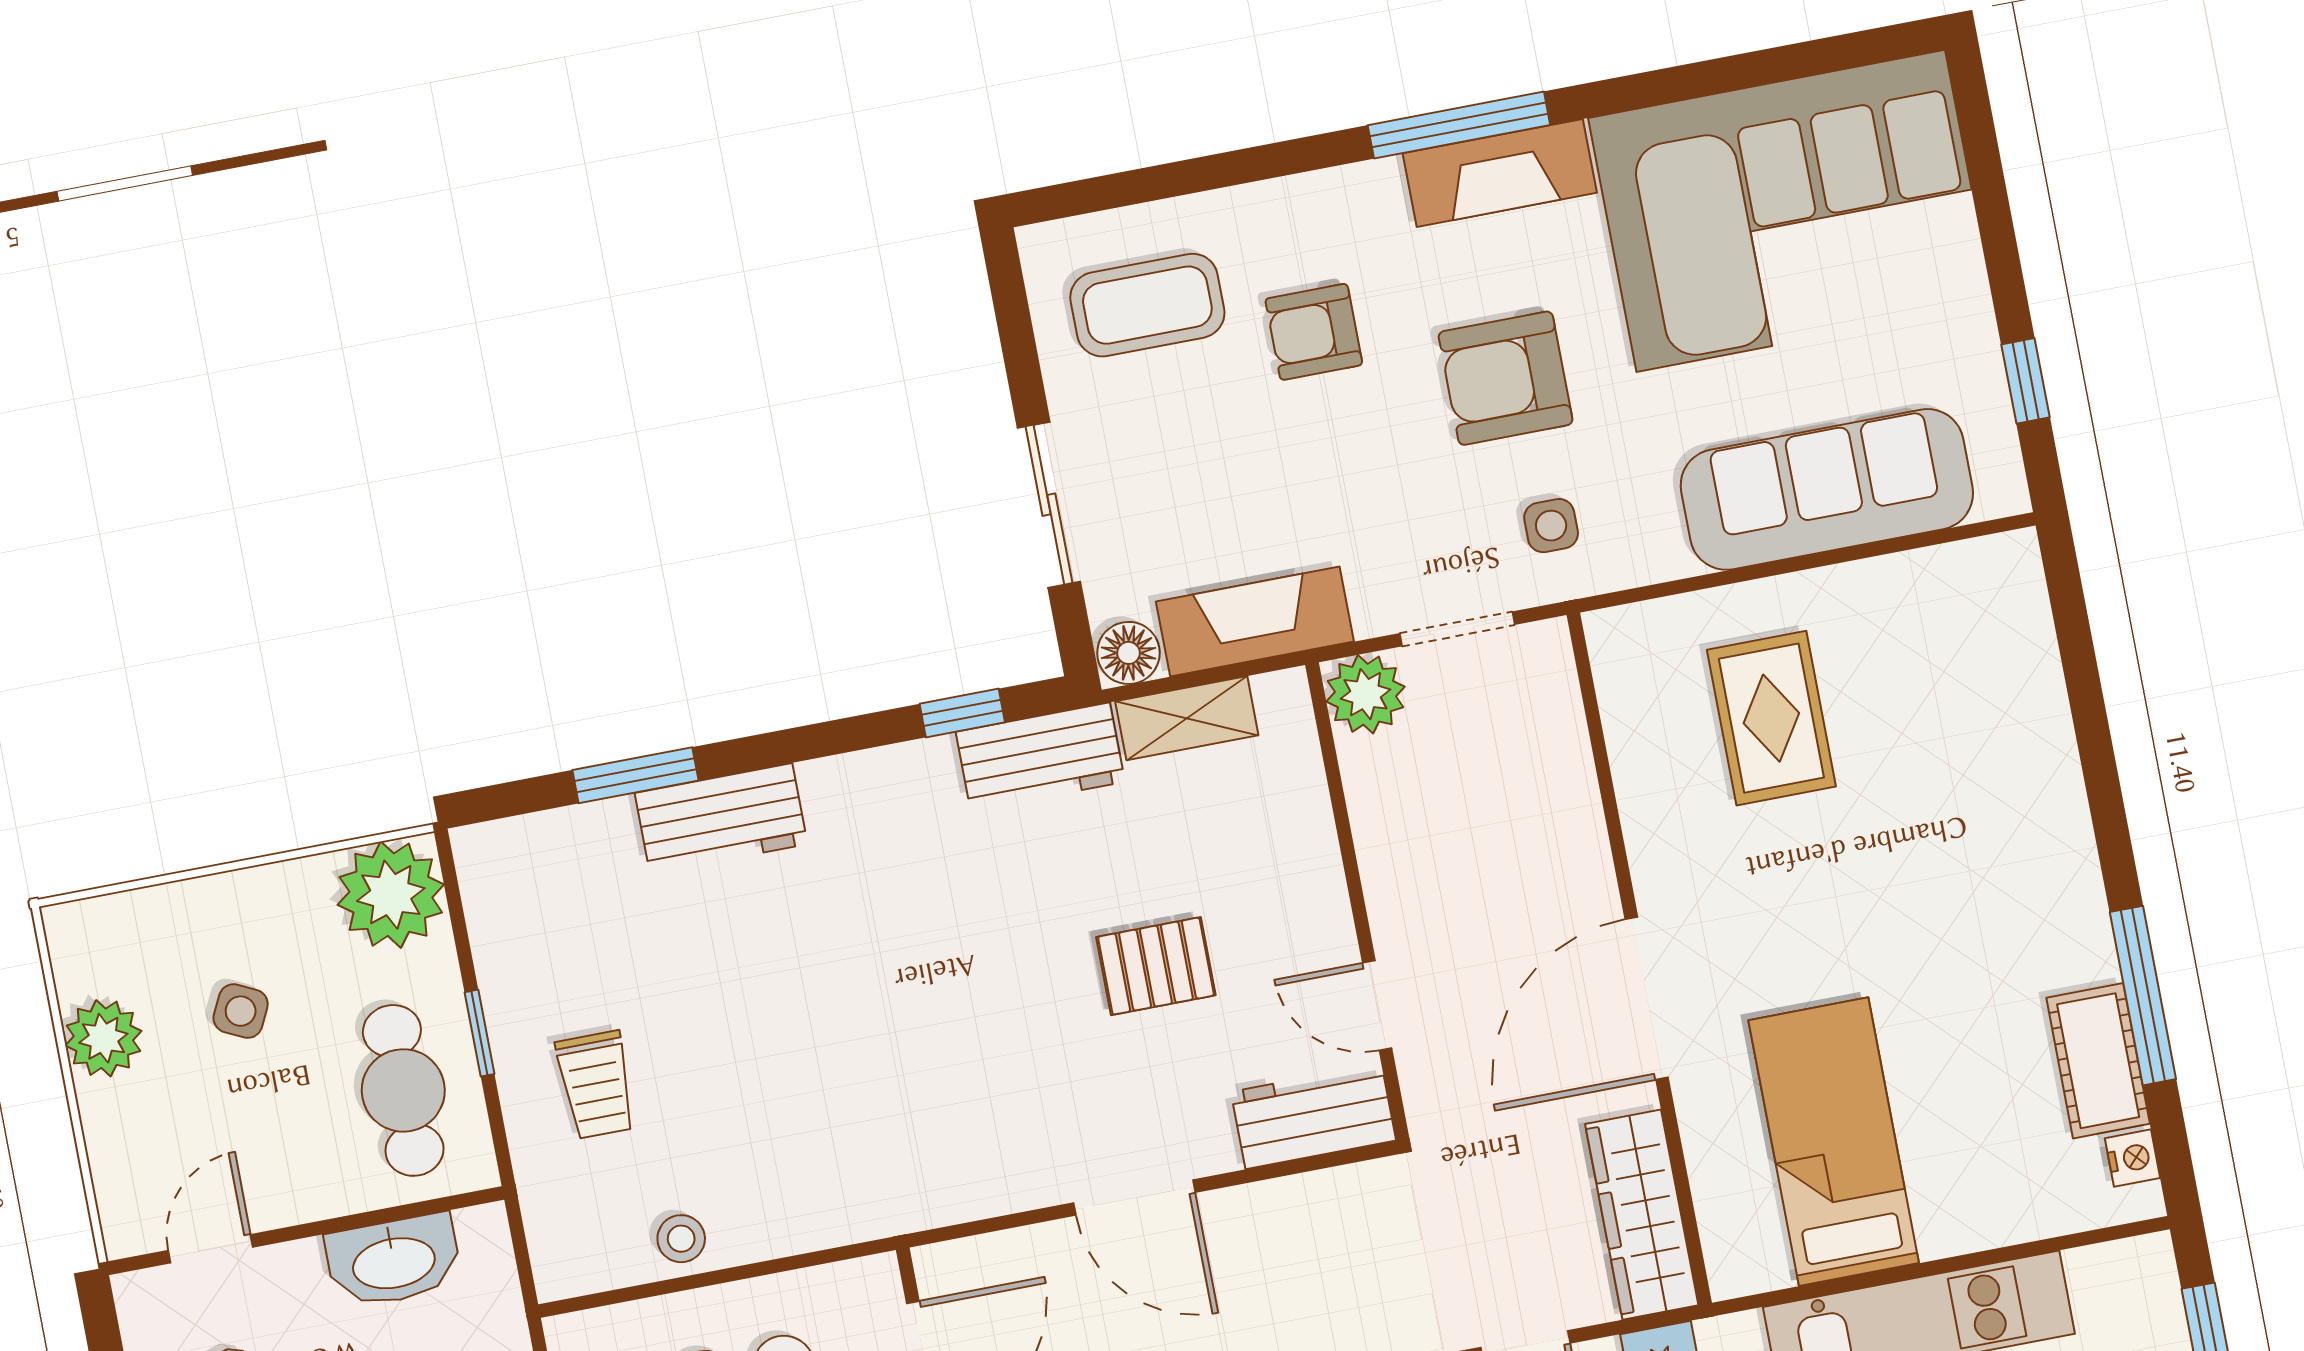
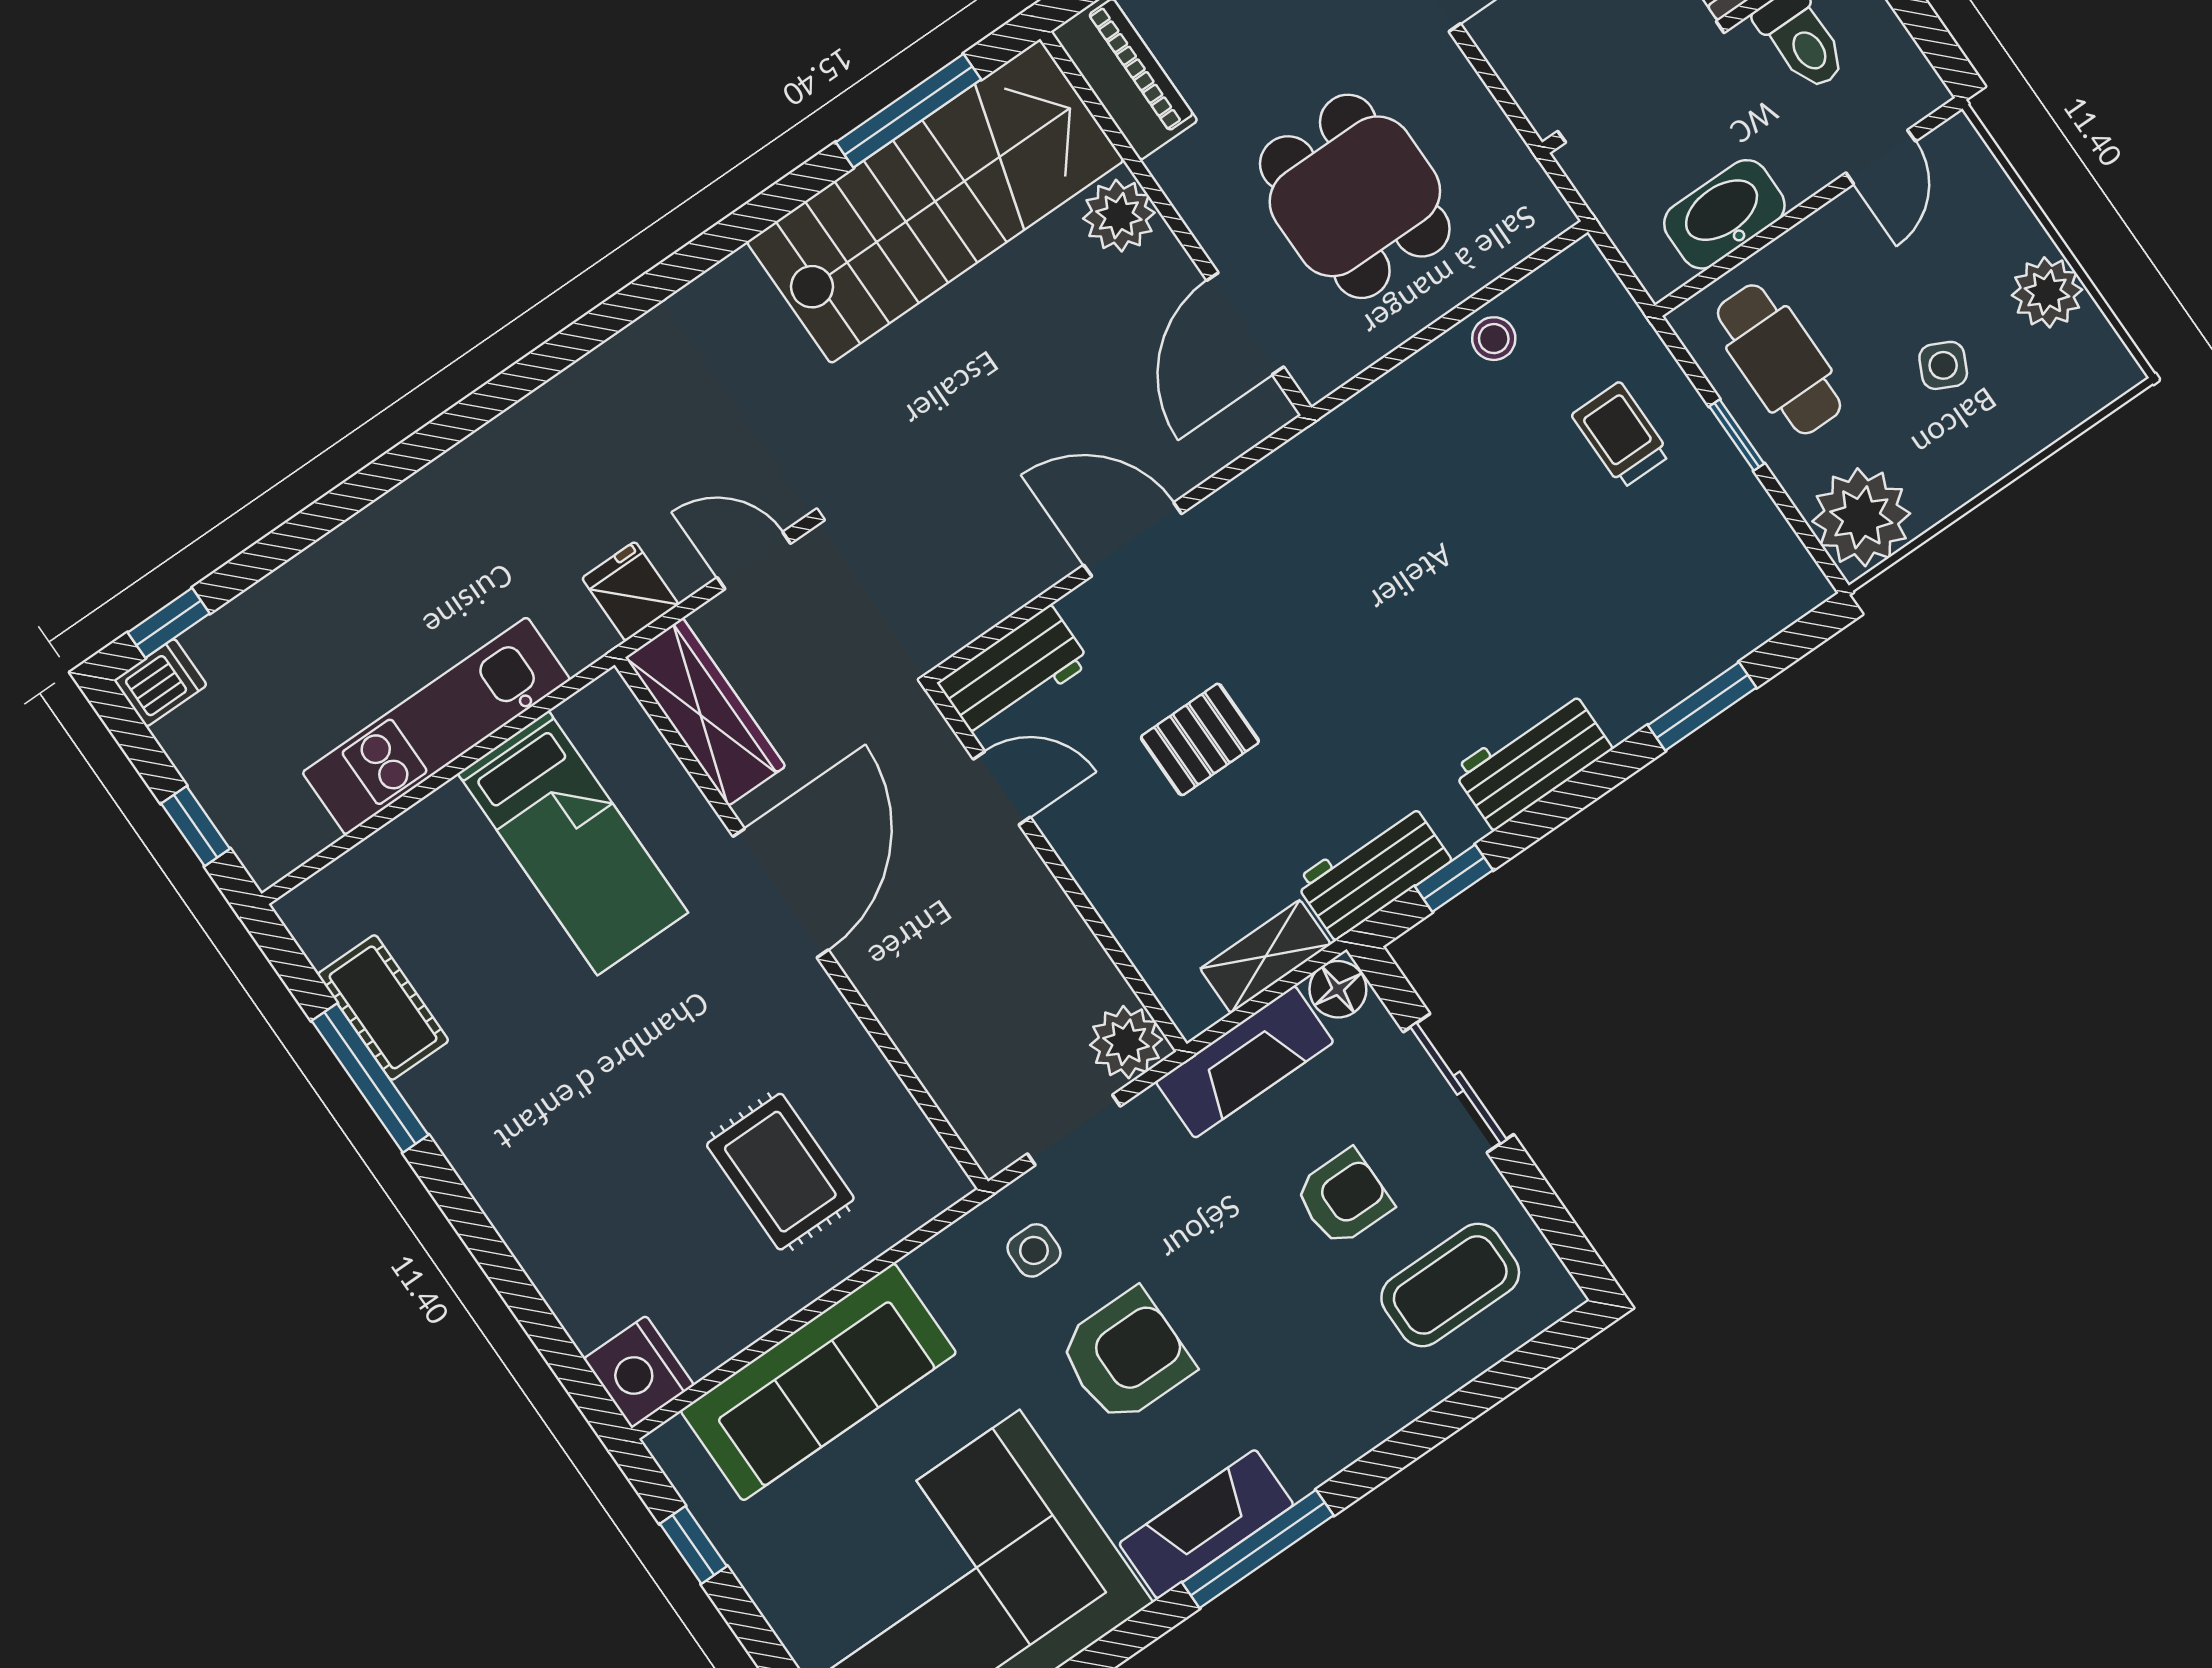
armchair: (1314, 332) -> (1344, 1198), moved
workbench: (721, 818) -> (1532, 759), moved
nightstand: (2133, 1158) -> (639, 1372), moved, width x1.89, depth x1.79

